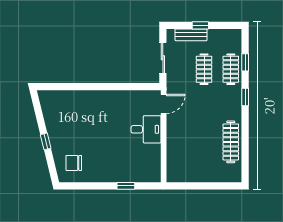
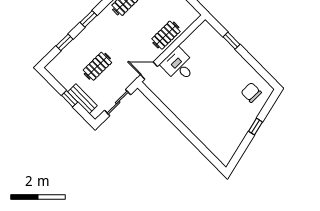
clothes rail: (231, 69) -> (166, 35), moved
chair: (74, 163) -> (251, 92), turned 180

